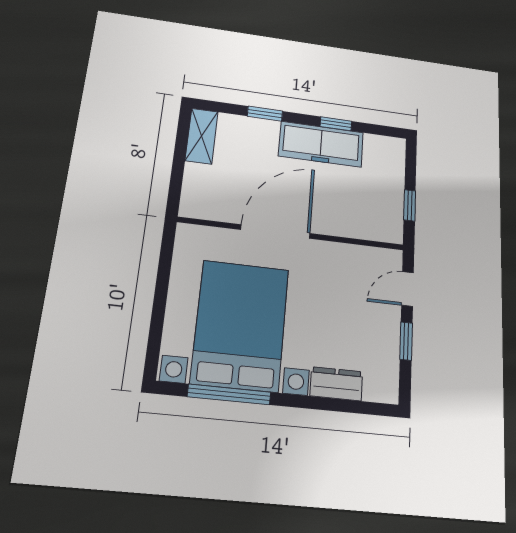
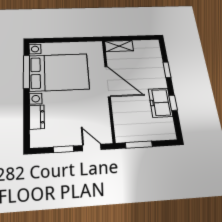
shelving: (202, 136) -> (119, 46), moved
freezer: (321, 144) -> (160, 103), width x0.71
window: (410, 205) -> (139, 145), width x1.50

